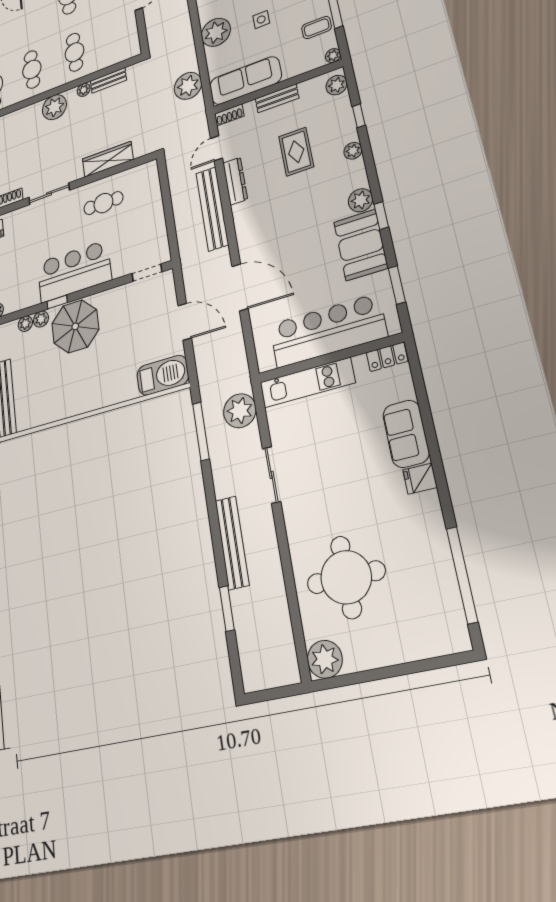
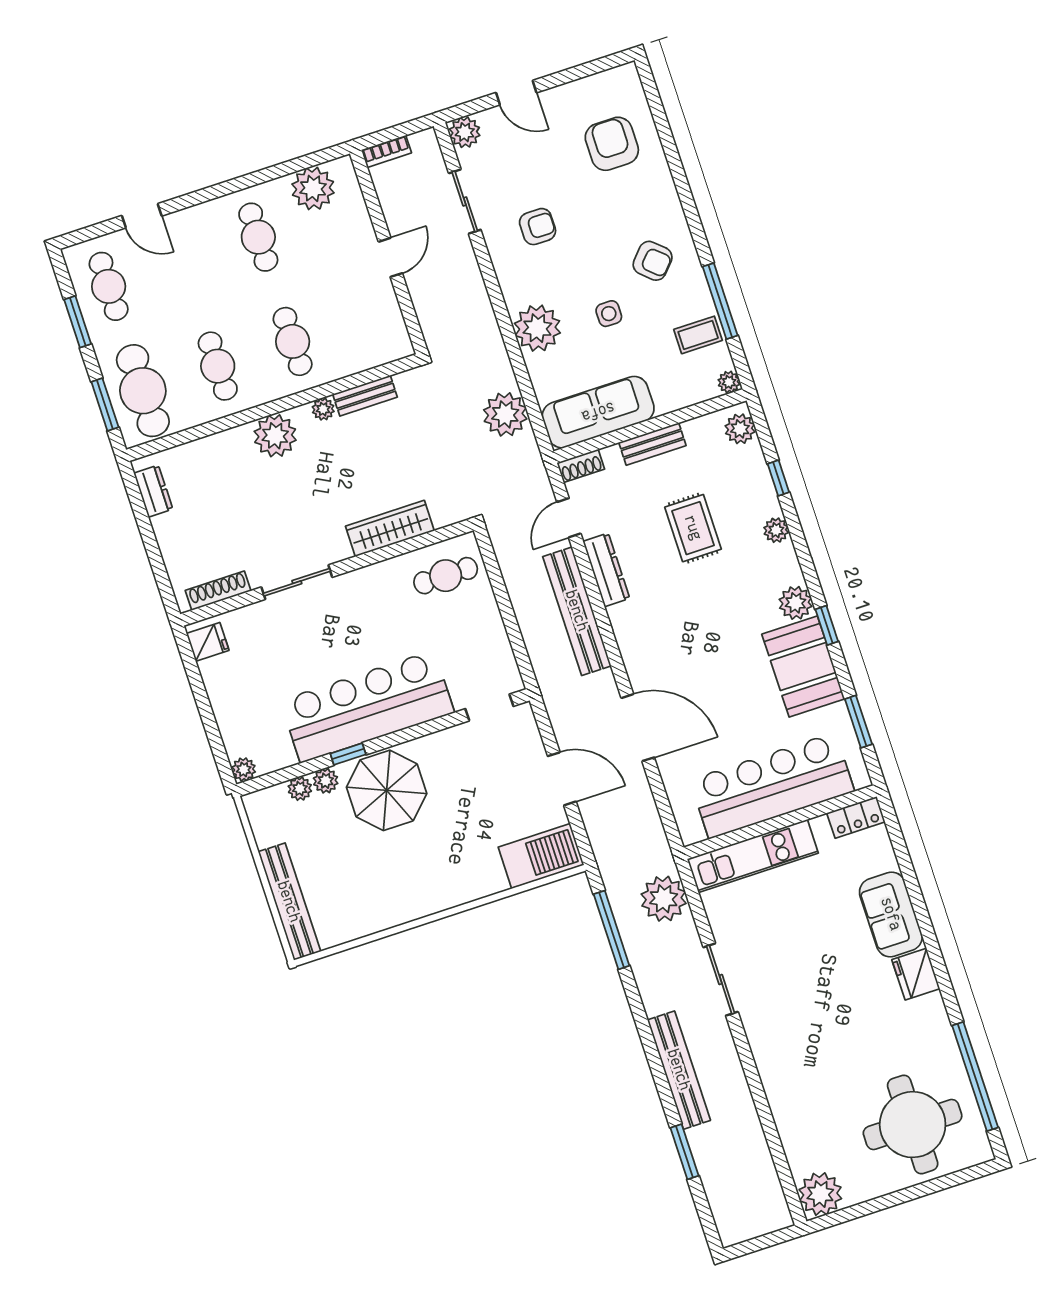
cafe table: (103, 203) -> (446, 576), moved
bar counter: (74, 271) -> (367, 707), width x1.36
fridge: (420, 479) -> (916, 974), width x1.38
round table: (346, 577) -> (913, 1125), moved

